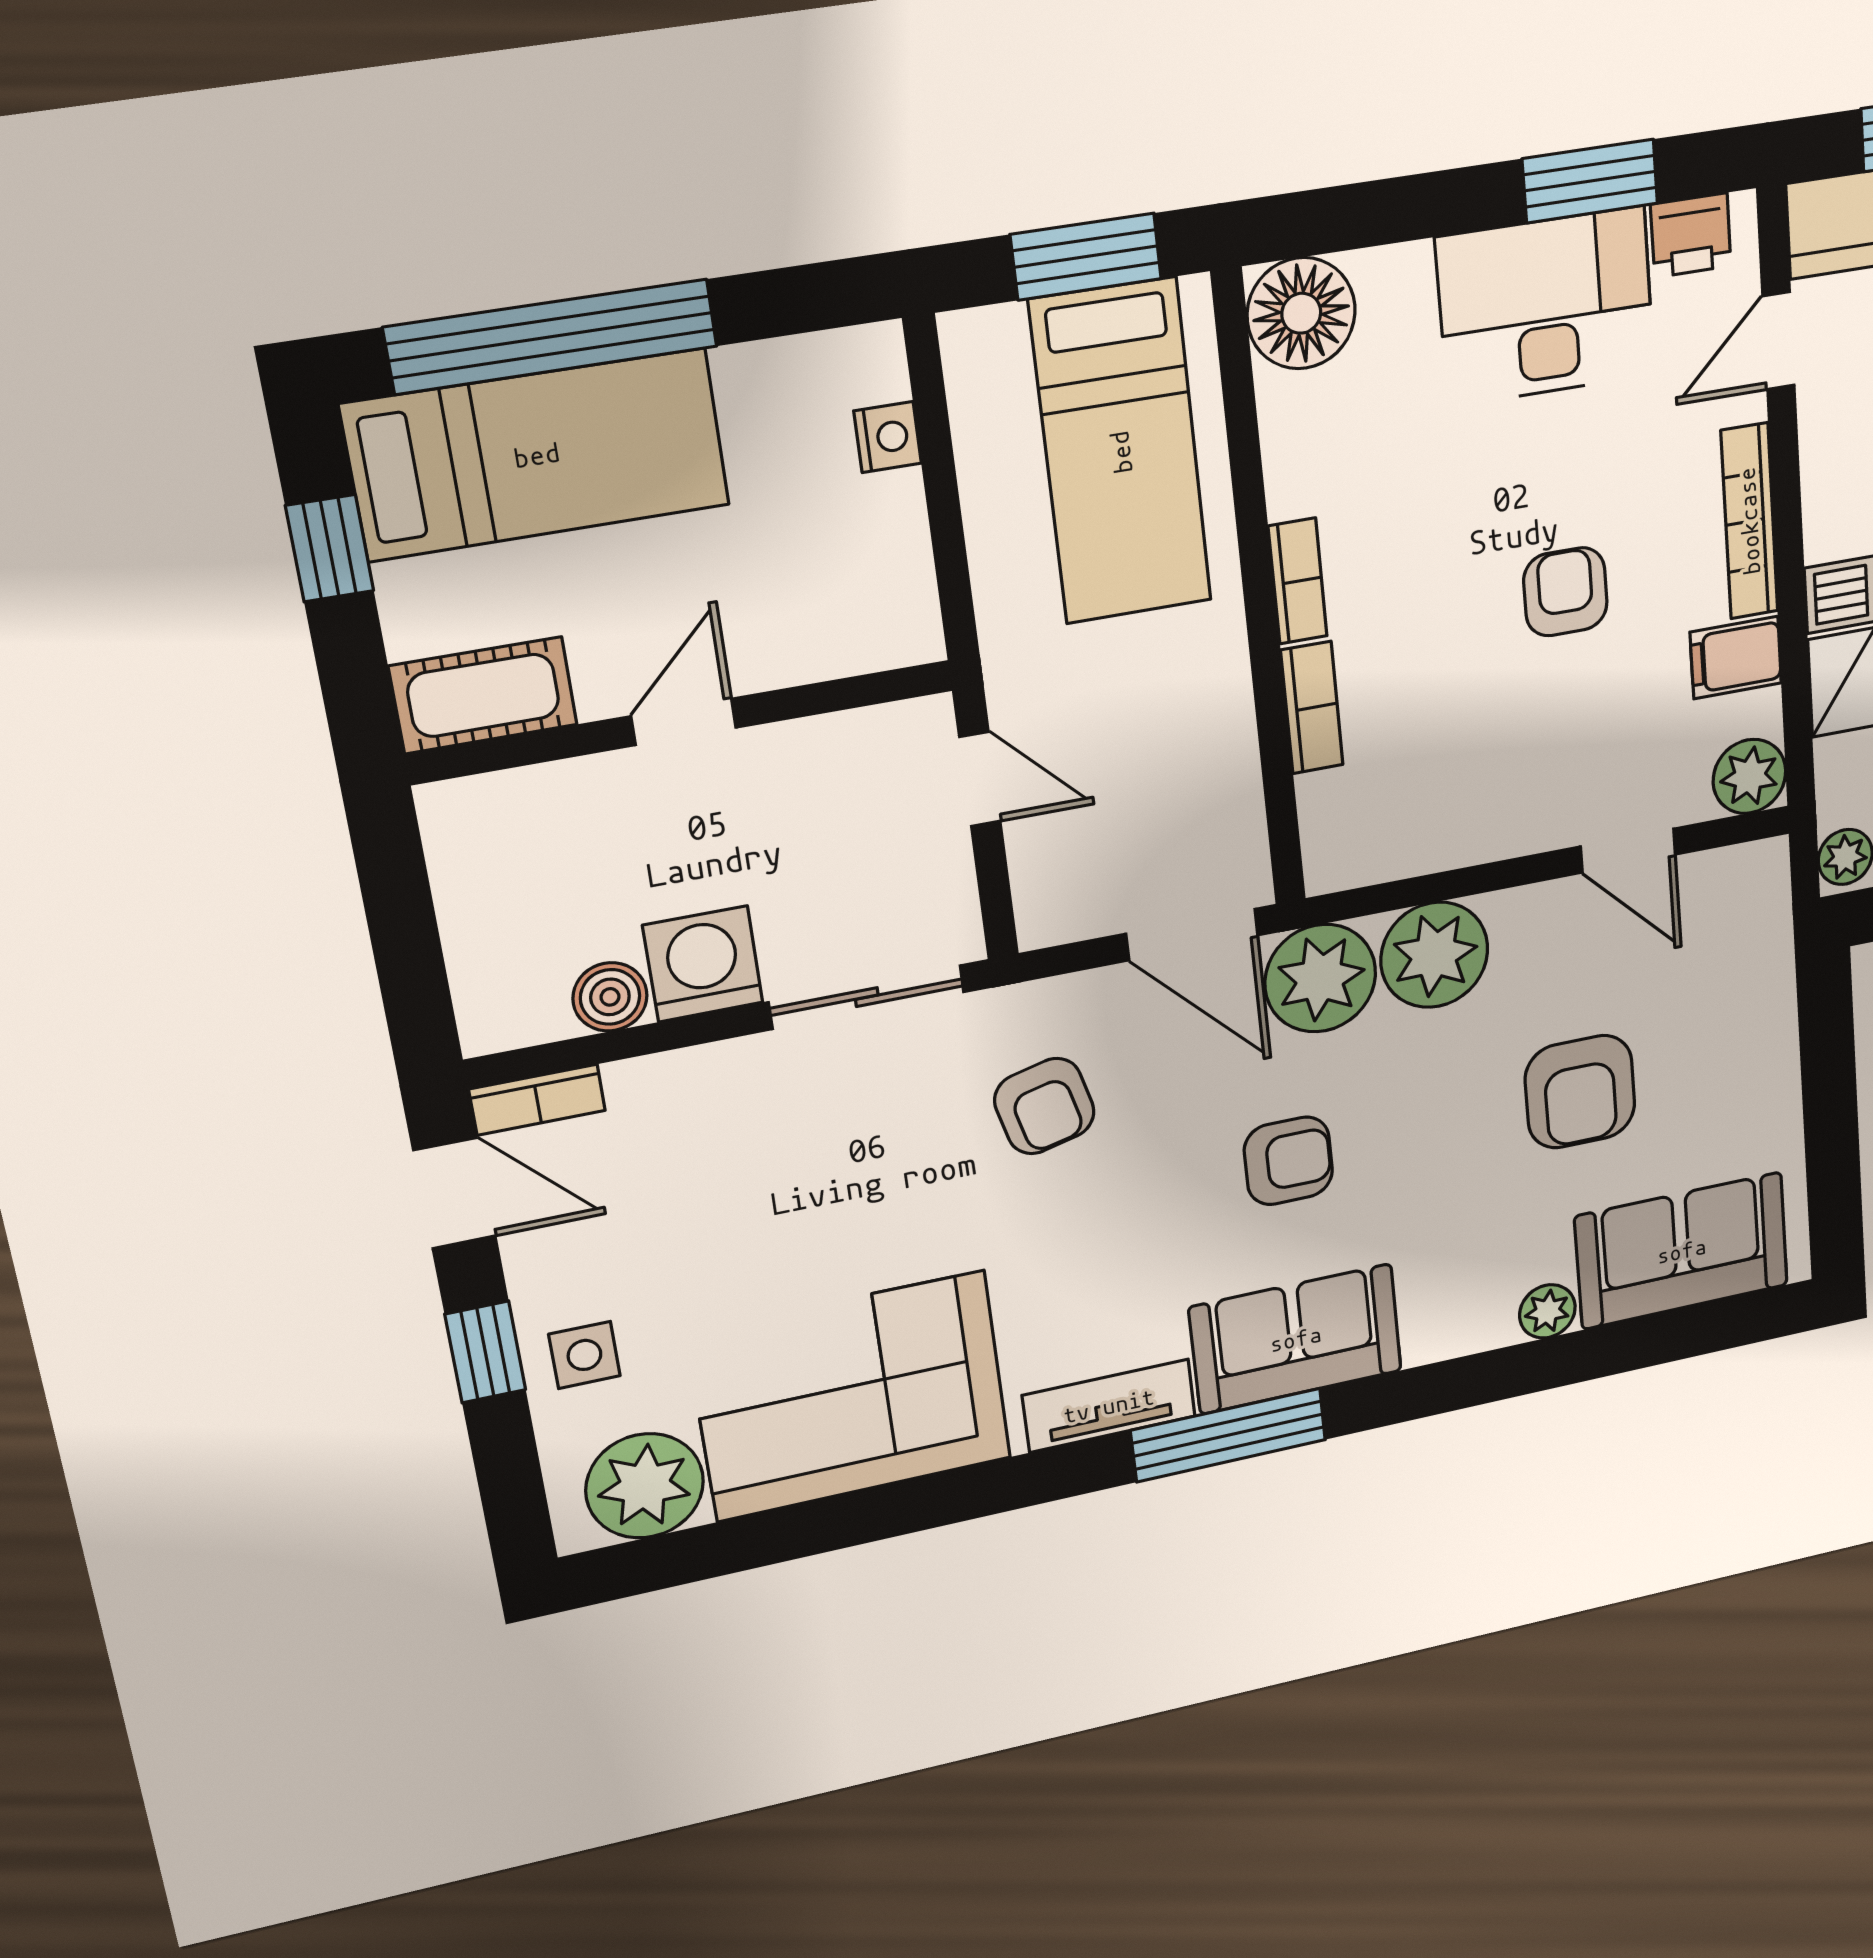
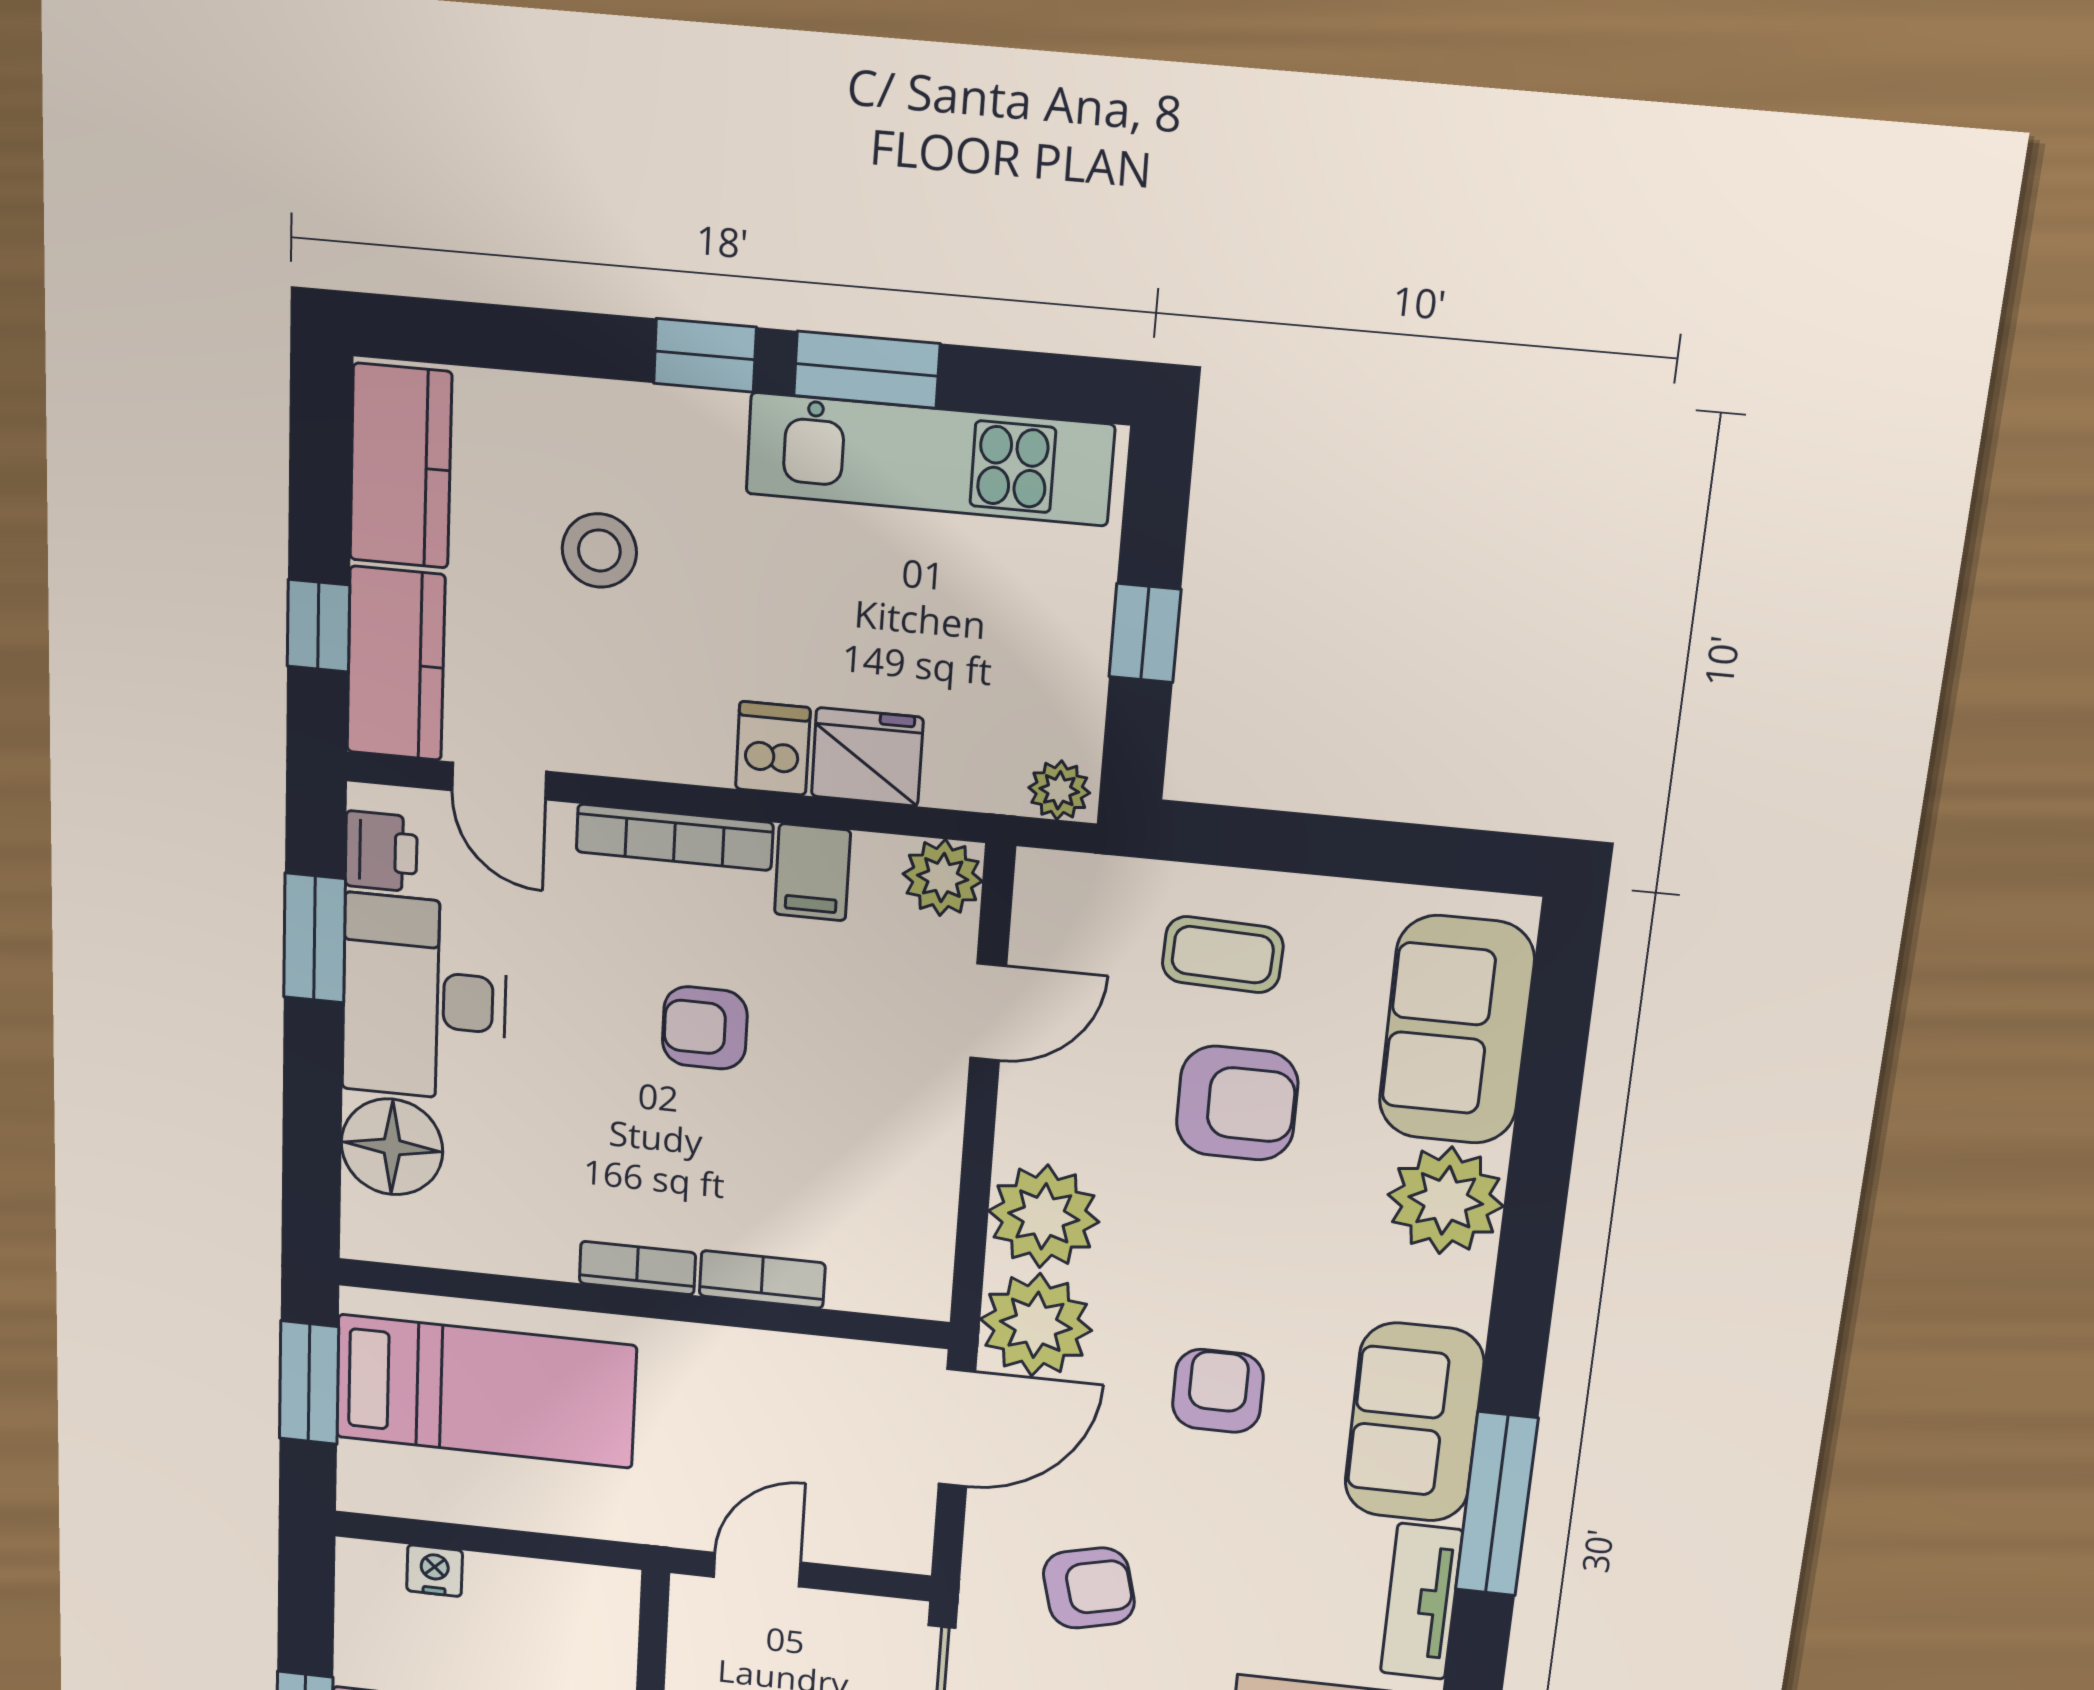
floor lamp: (1301, 313) -> (392, 1147), moved
coffee table: (1717, 1038) -> (1223, 955), added
plant: (1547, 1311) -> (1446, 1200), width x1.88, depth x1.88

